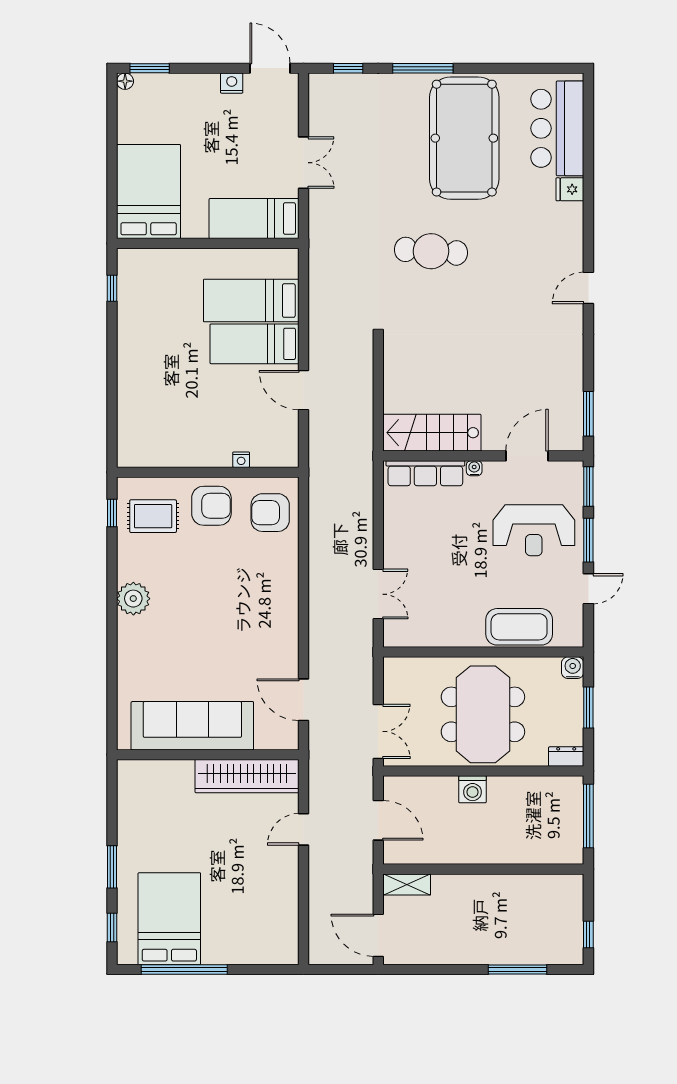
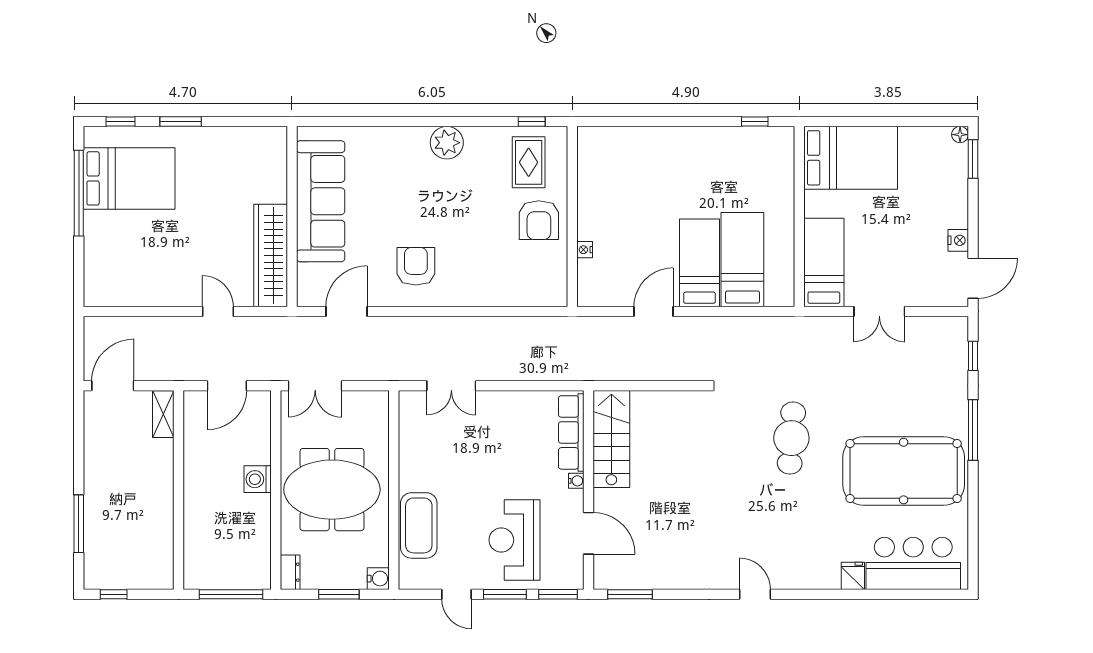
armchair: (270, 513) -> (416, 266), moved

